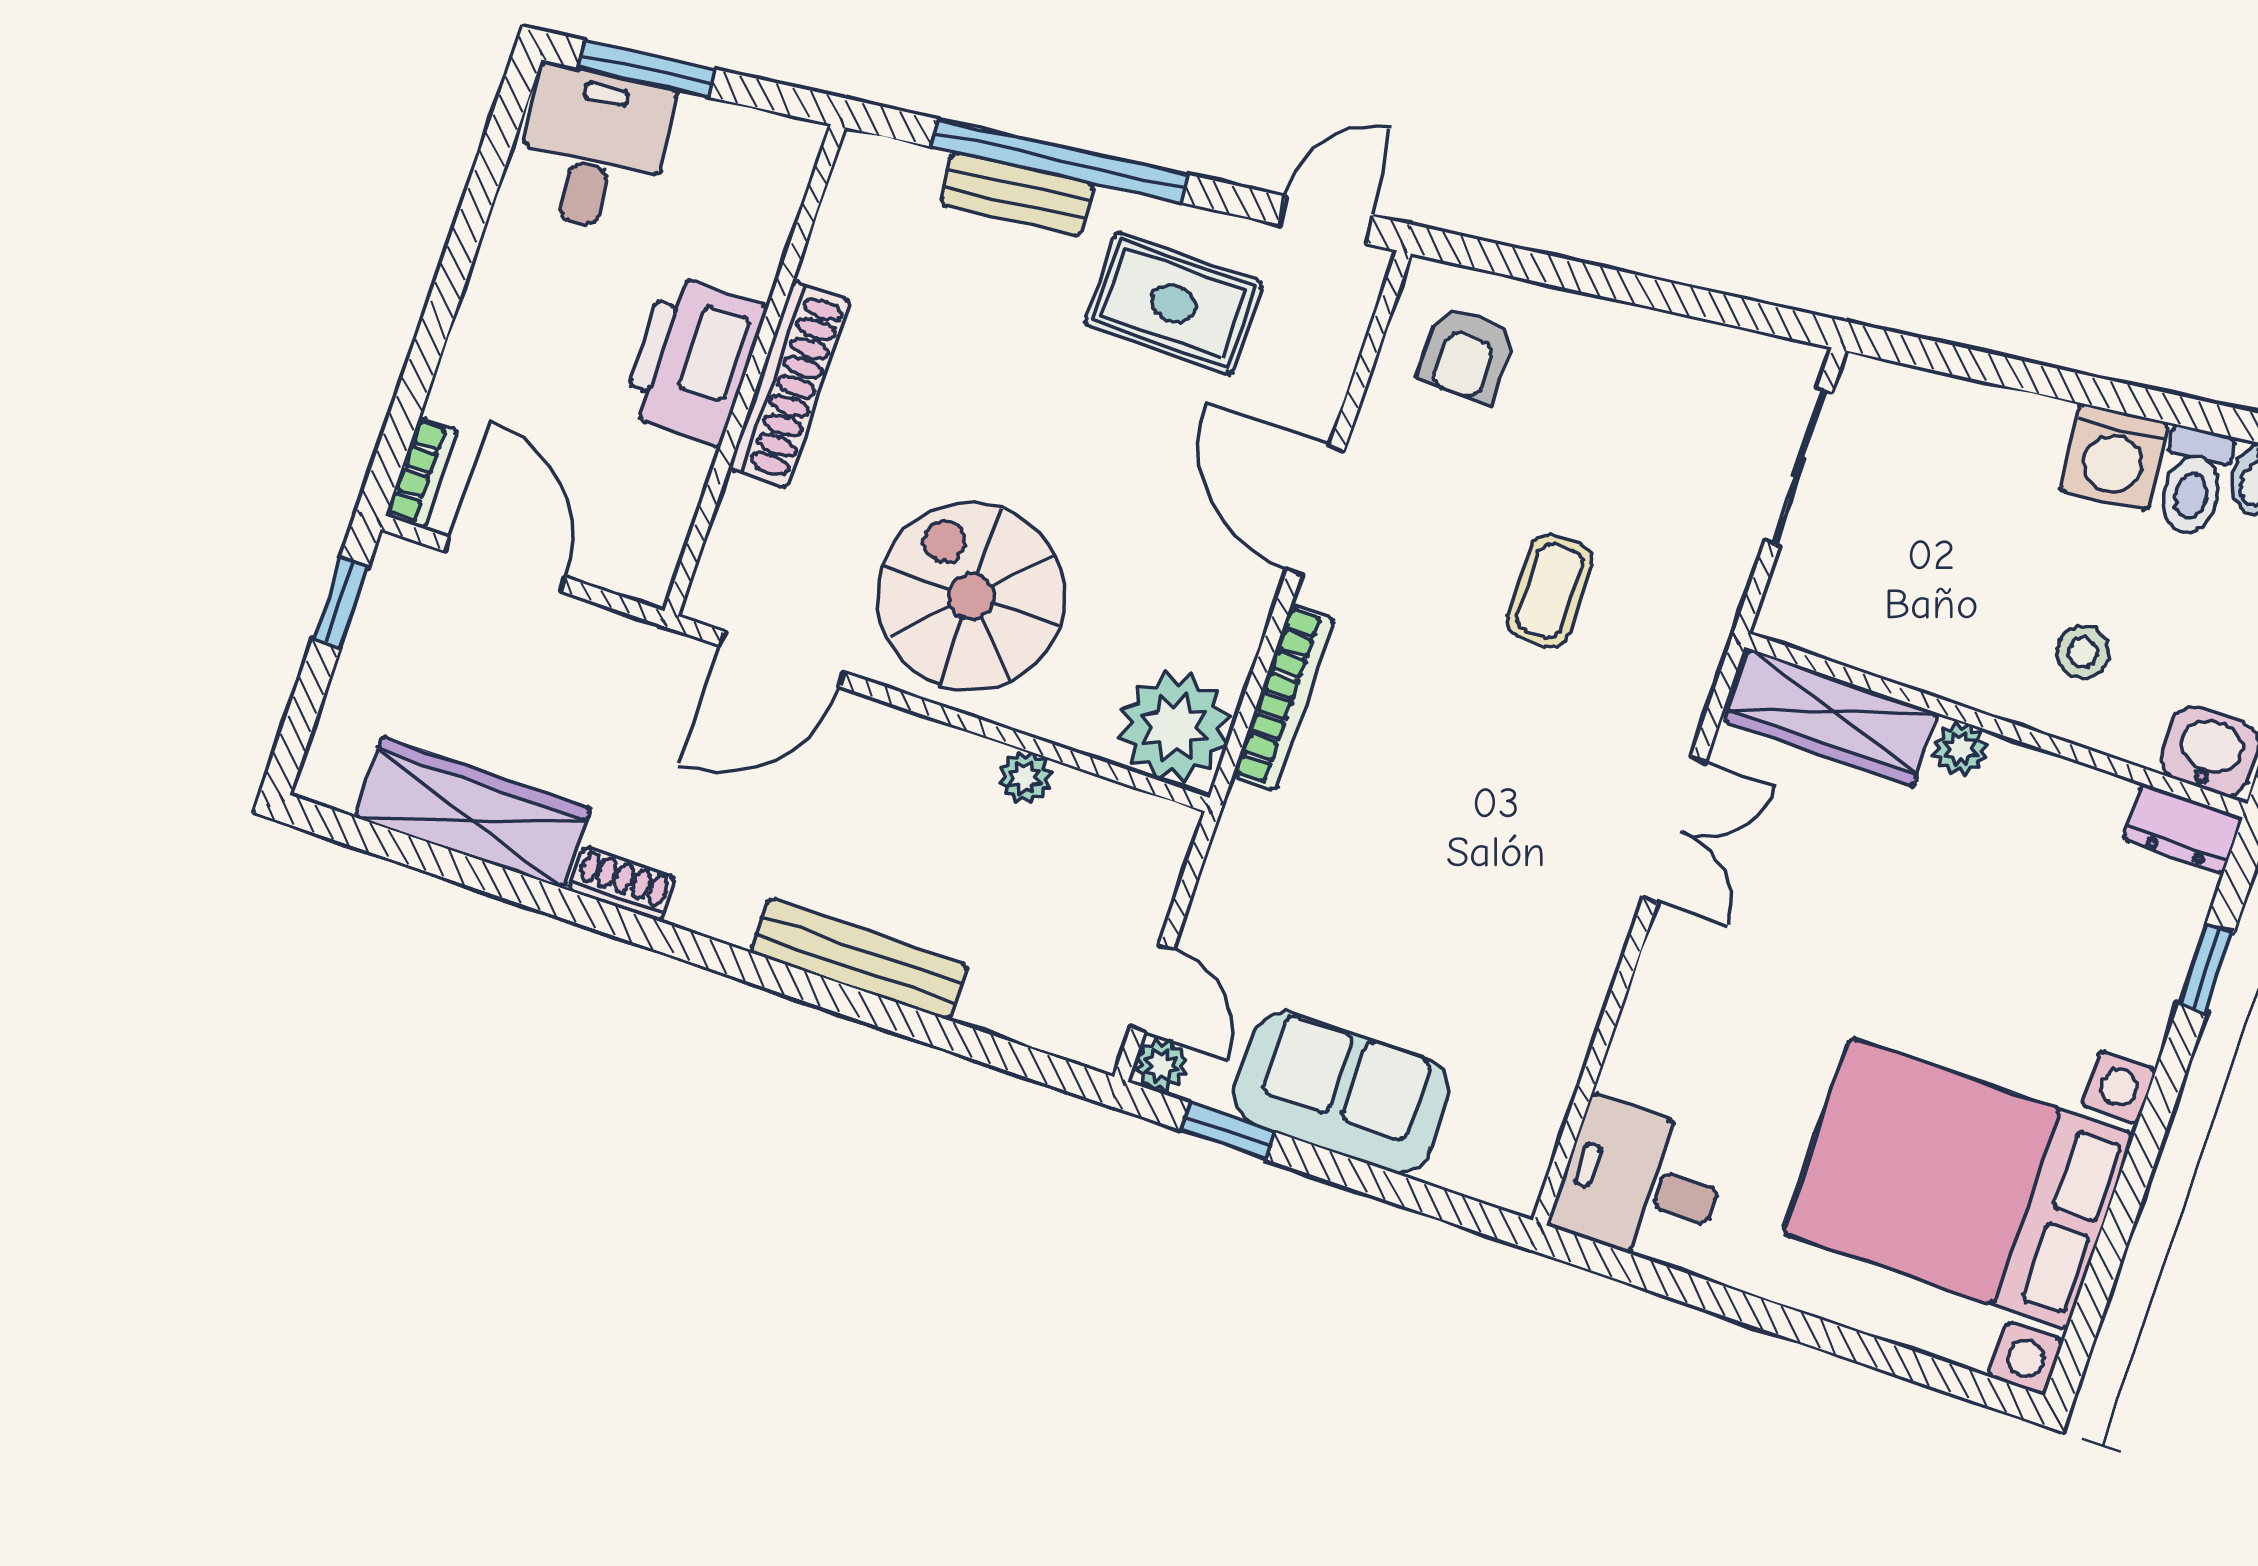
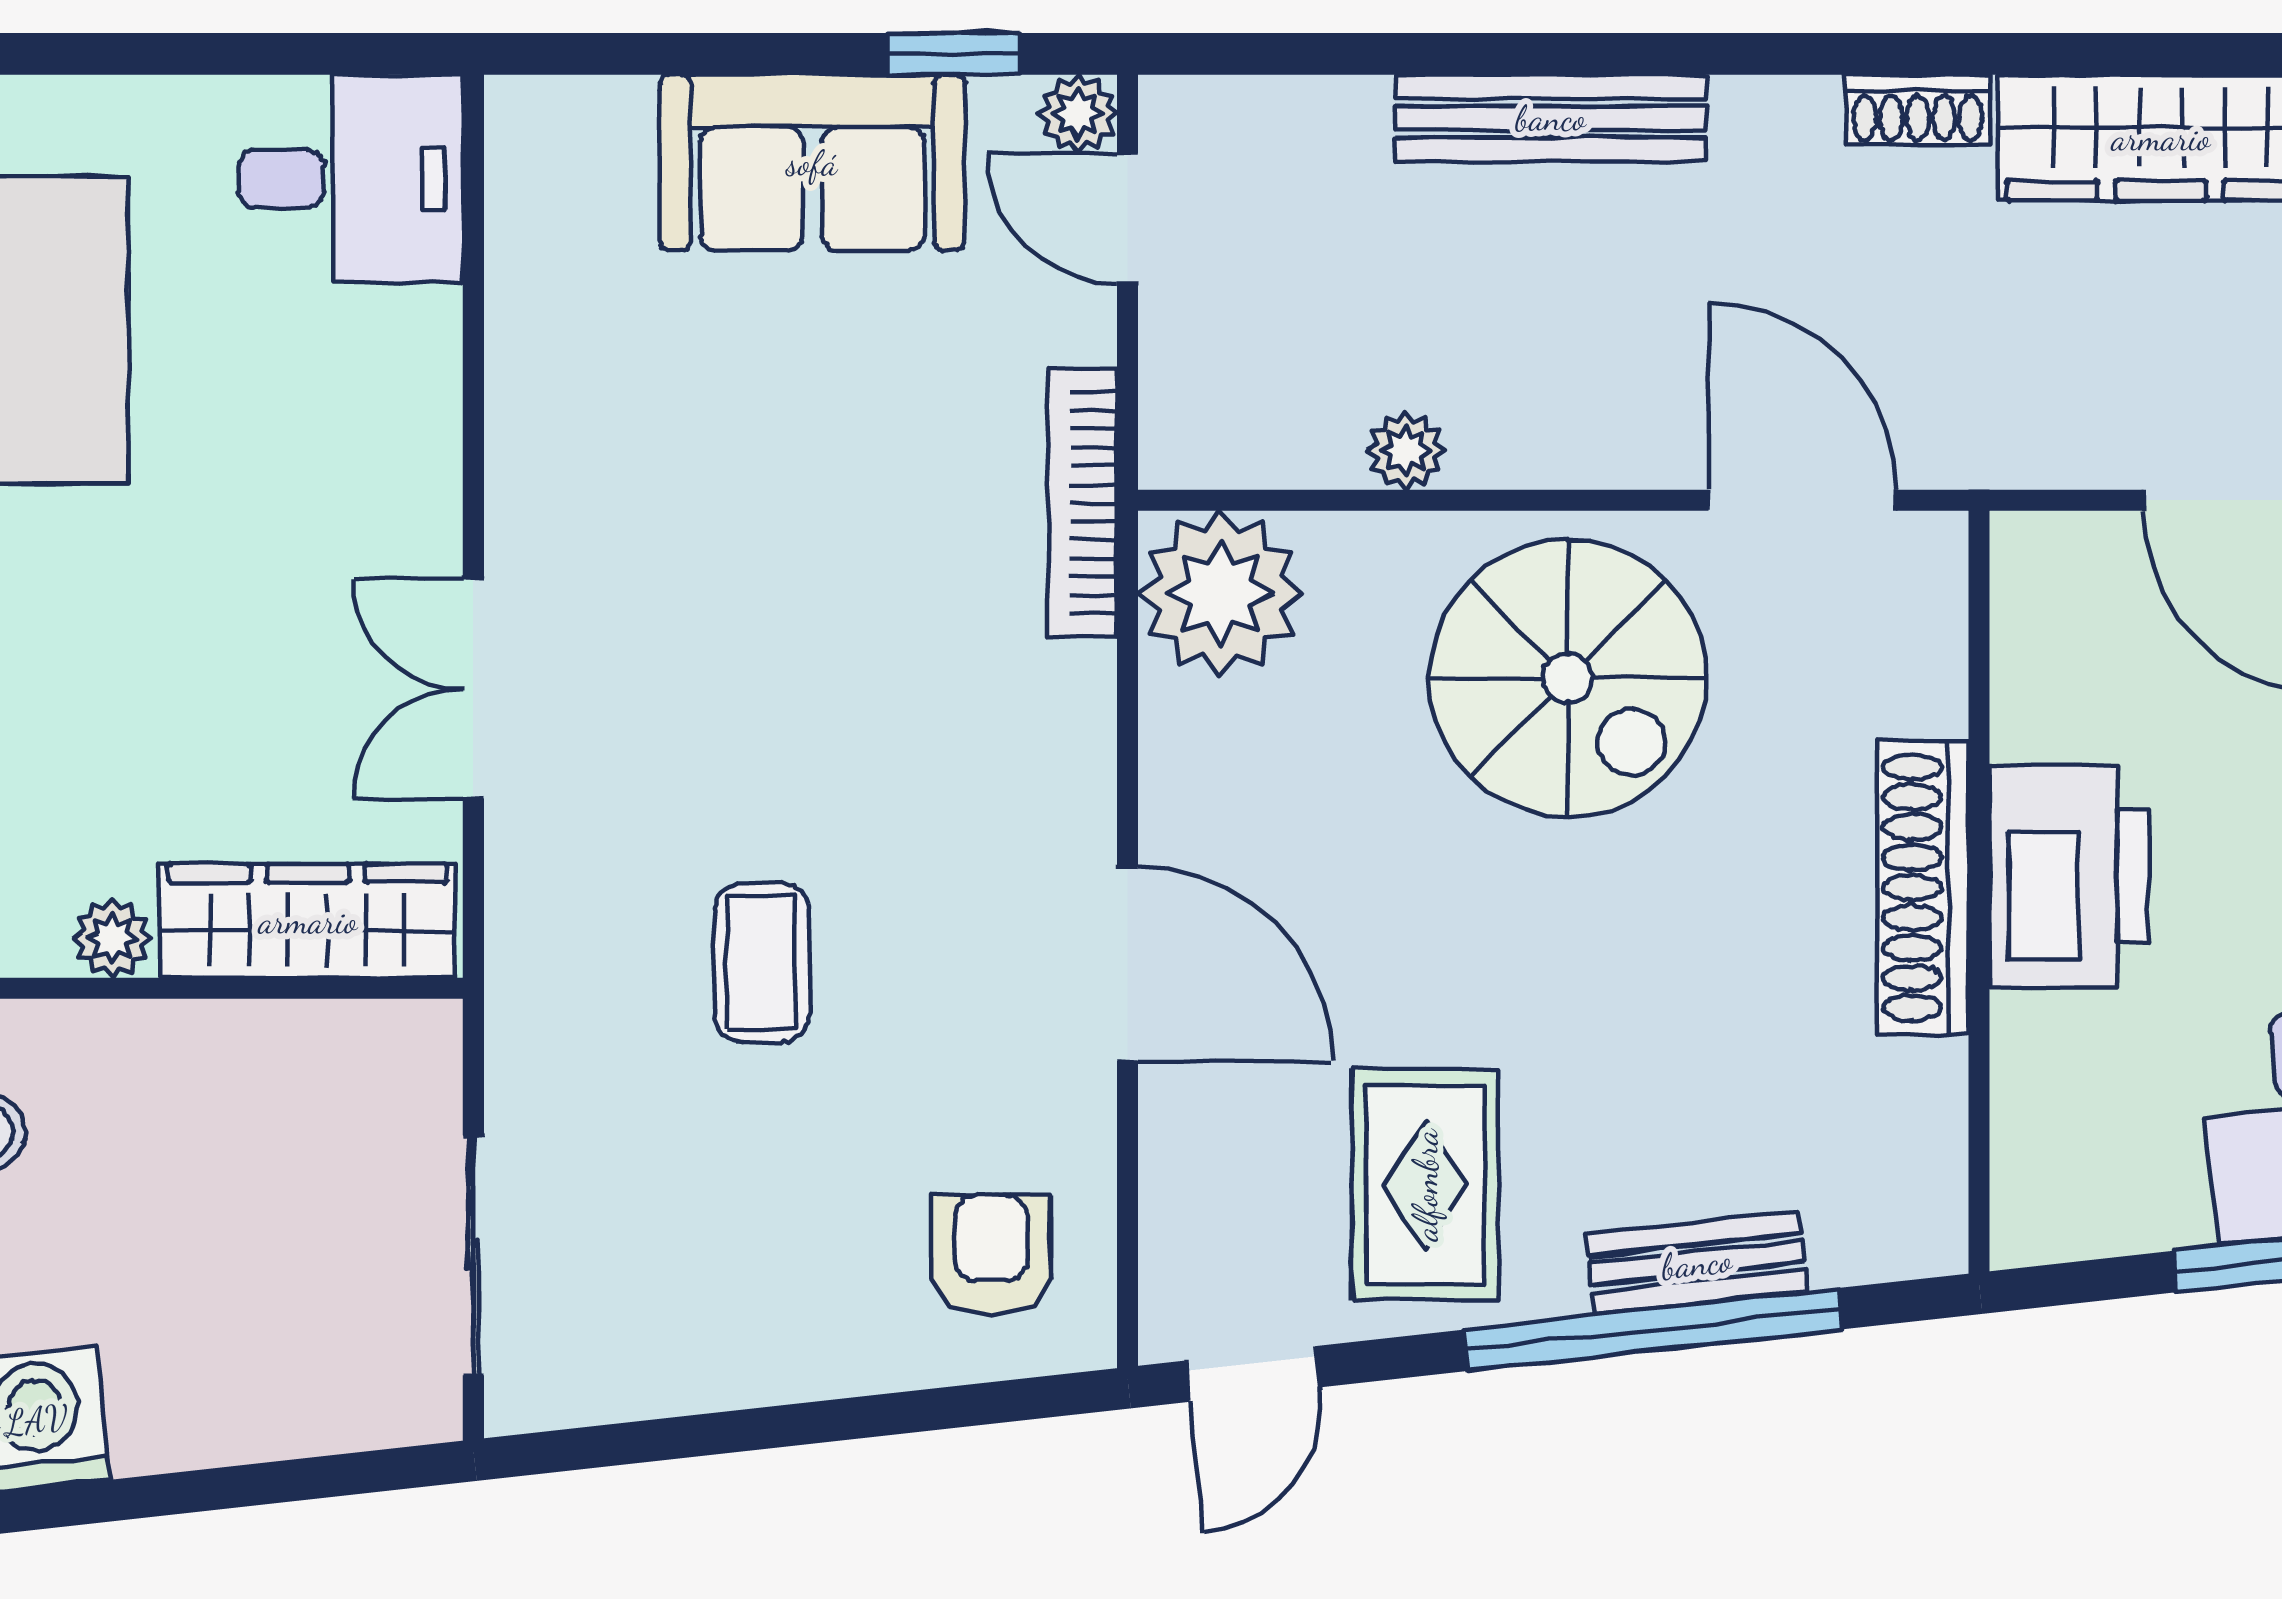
rug: (1174, 303) -> (1425, 1185), turned 90
door: (782, 659) -> (1802, 500), hinge flipped
bookcase: (1284, 697) -> (1083, 503), moved

